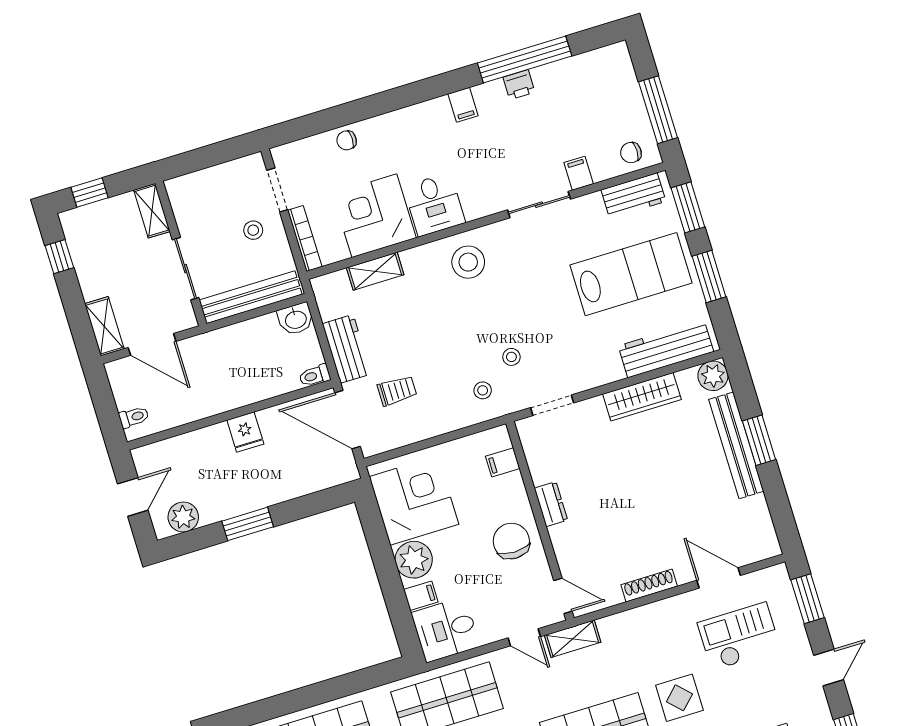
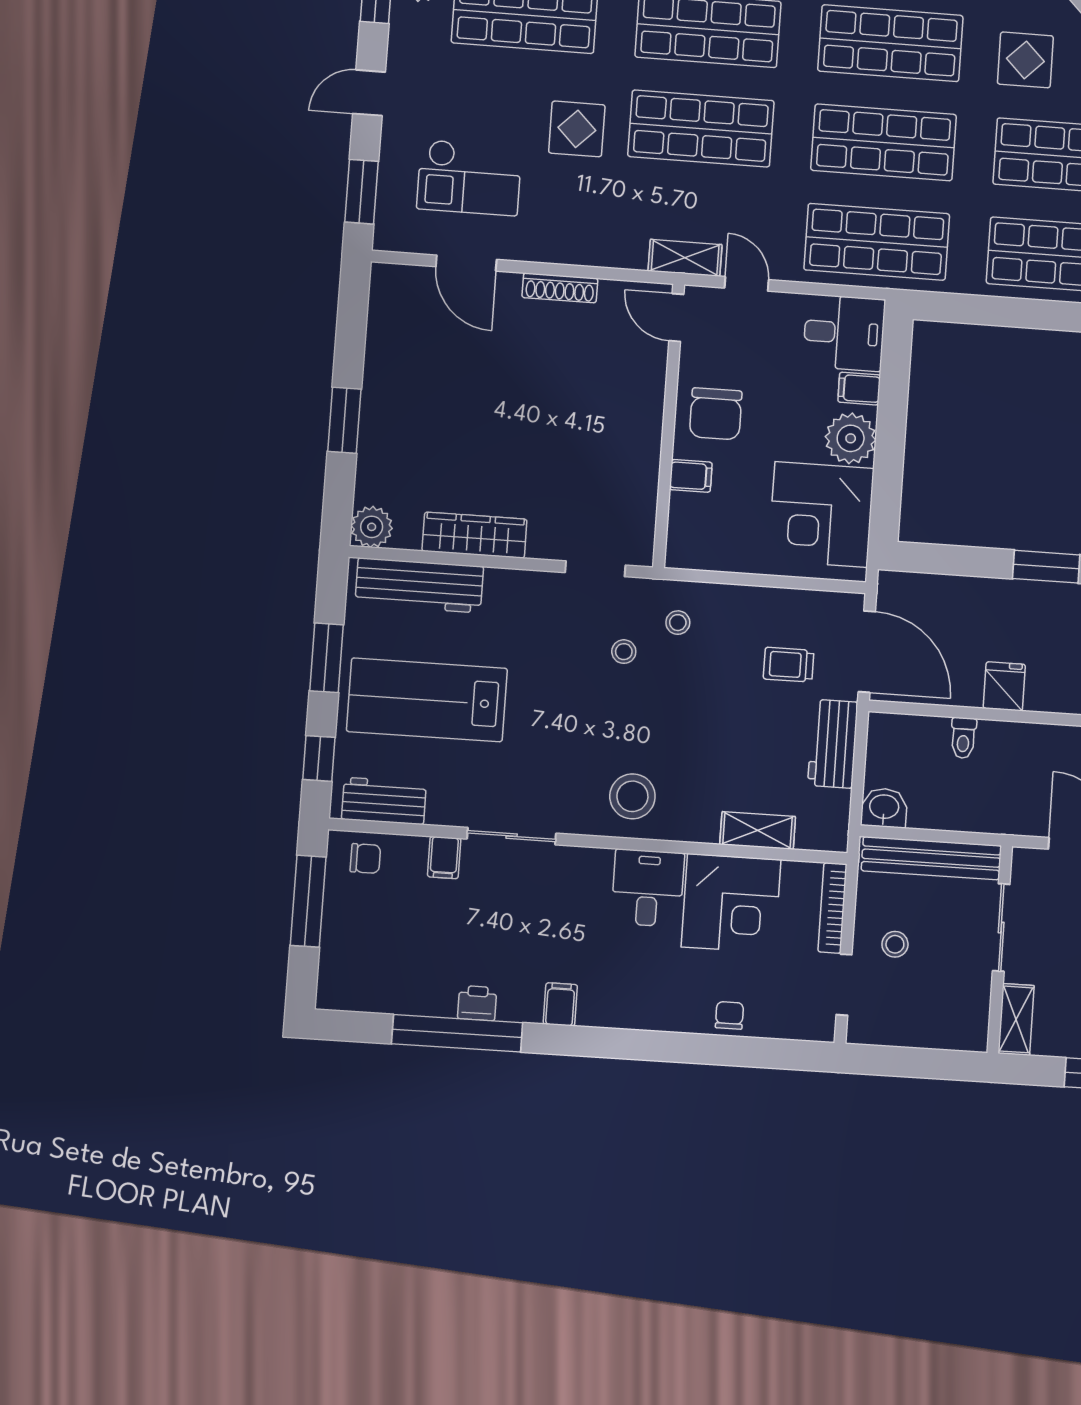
chair: (347, 140) -> (729, 1015), turned -90
window: (688, 207) -> (319, 758), width x0.67
toilet: (315, 376) -> (963, 738), moved, turned 90
bench: (736, 445) -> (377, 425), removed
filing cabinet: (503, 462) -> (691, 476), moved
dresser: (551, 504) -> (646, 442), removed

